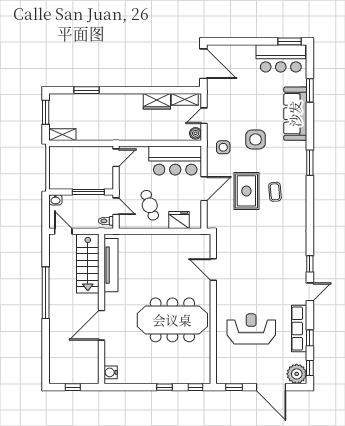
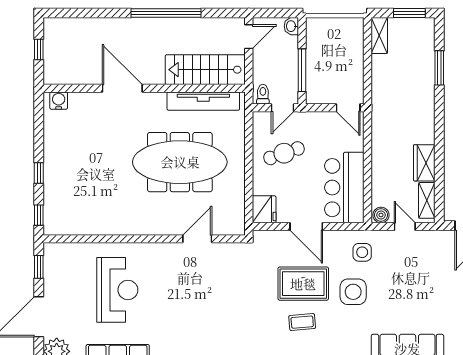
side table: (255, 139) -> (353, 292), moved
fridge: (179, 220) -> (264, 209), moved
meeting table: (172, 320) -> (180, 162), moved, turned 90

